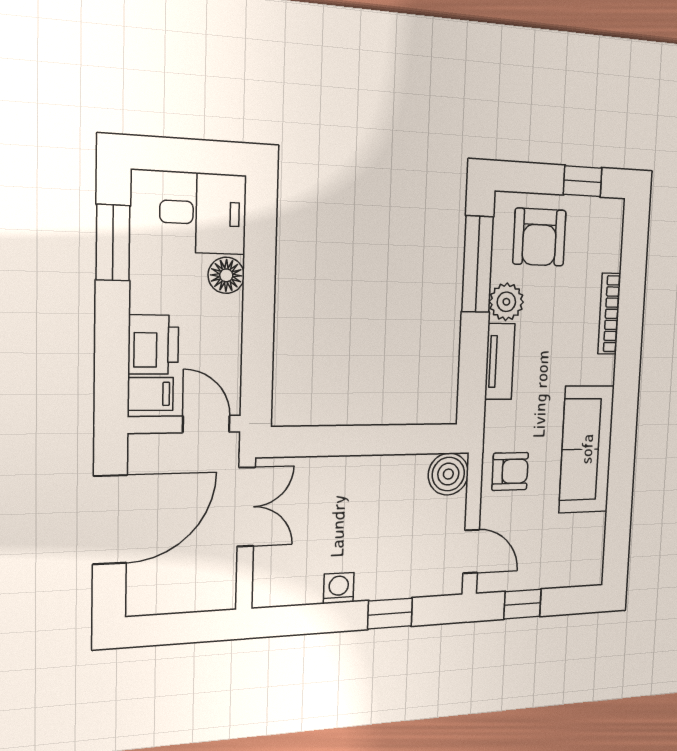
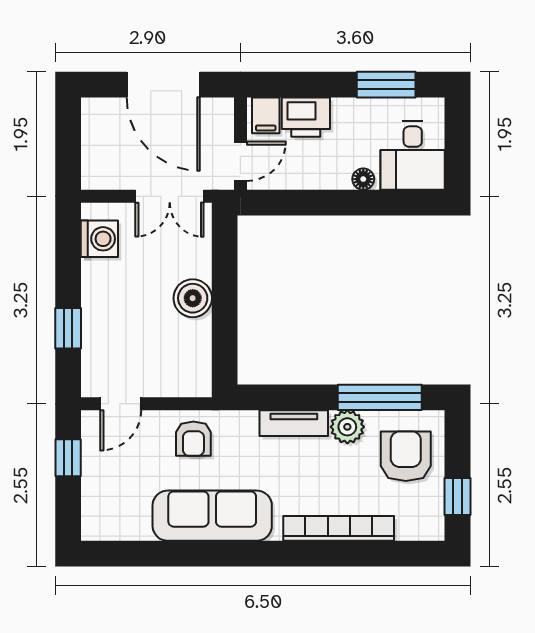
armchair: (539, 237) -> (406, 456), turned 90
floor lamp: (226, 275) -> (363, 179), width x0.73, depth x0.73
bookcase: (609, 314) -> (339, 528), width x1.48, depth x1.31
boiler: (448, 474) -> (193, 298), moved
washing machine: (339, 588) -> (99, 239), moved, width x1.38, depth x1.38

